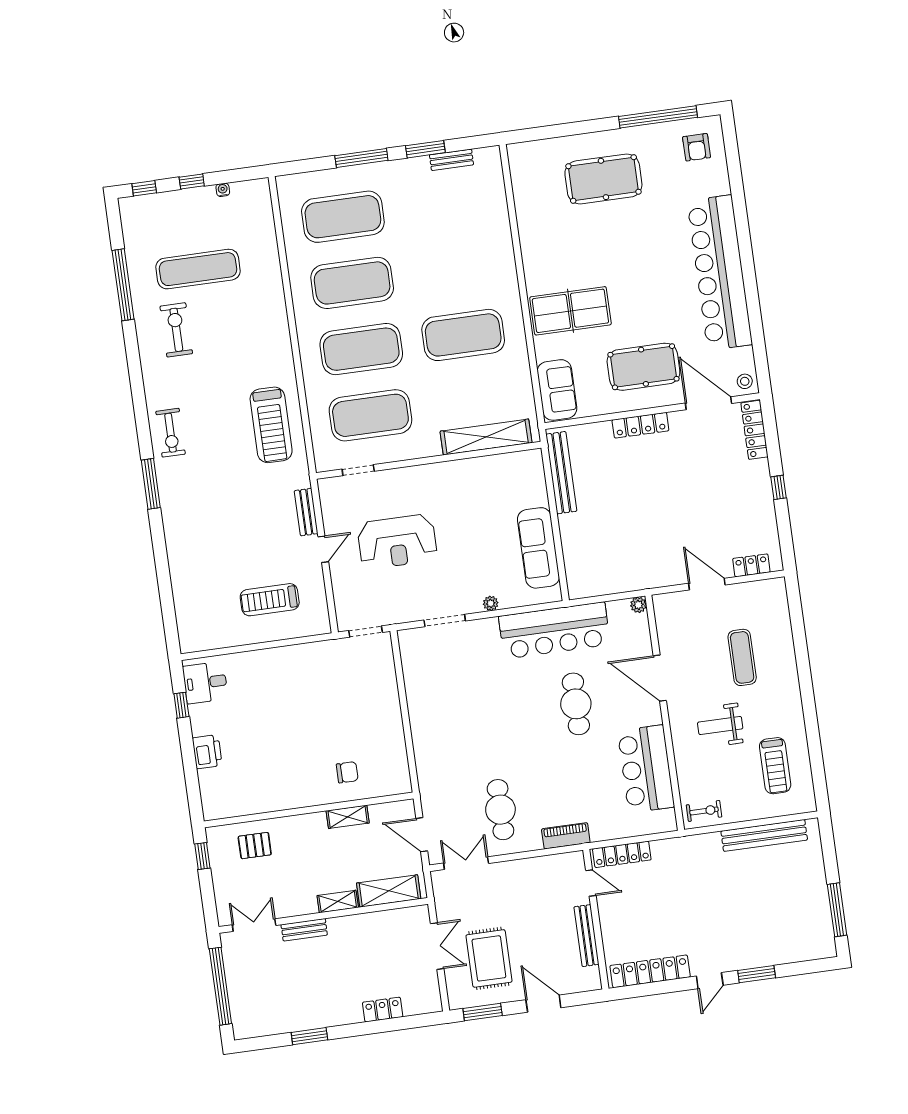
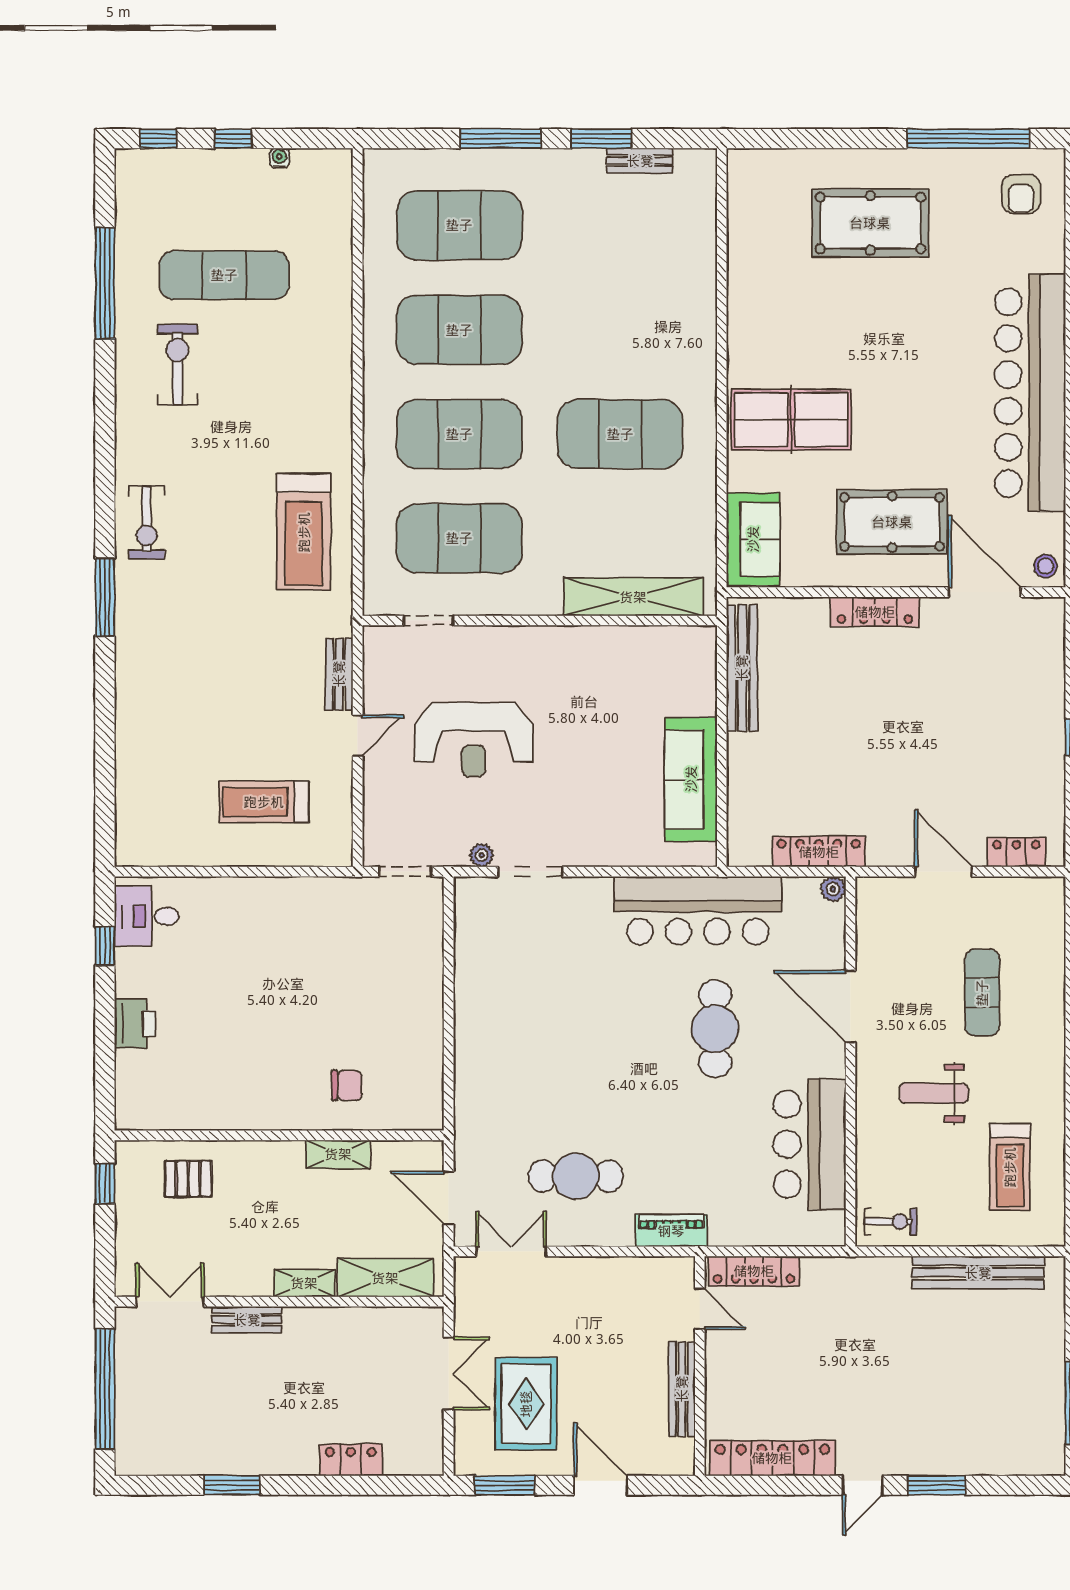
locker: (755, 430) -> (819, 852), moved, turned 90
plant: (491, 603) -> (482, 855), moved
cafe table: (500, 810) -> (576, 1176), turned 90

